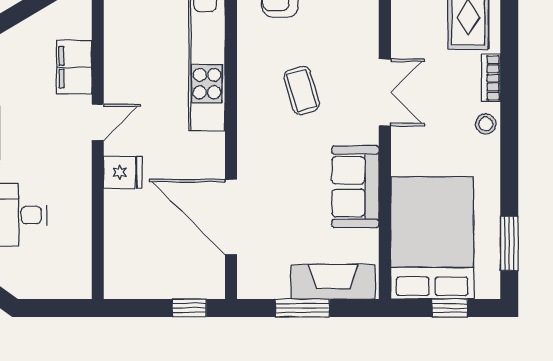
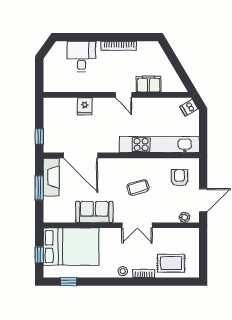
fridge: (123, 172) -> (85, 106), moved
door: (231, 217) -> (81, 155), swing flipped
window: (509, 243) -> (69, 282), width x0.67
fireplace: (333, 282) -> (51, 177), moved

